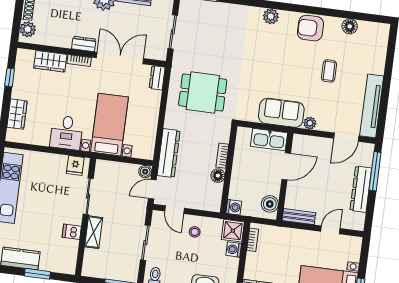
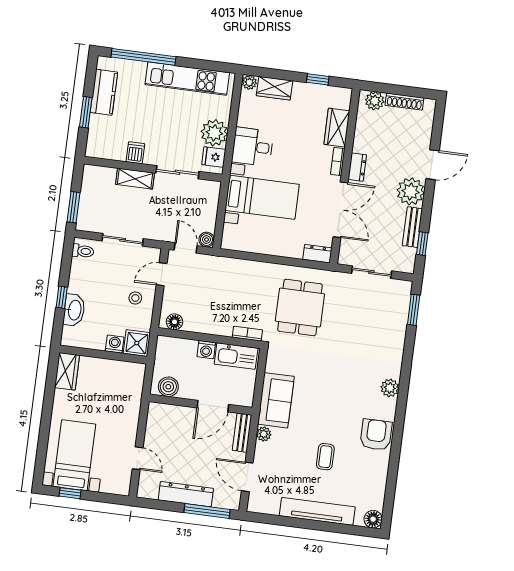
floor lamp: (350, 26) -> (373, 519), moved
coffee table: (329, 71) -> (325, 457), turned 90
tv unit: (372, 106) -> (317, 511), moved
plant: (12, 135) -> (249, 82), added
kitchen sink: (269, 139) -> (236, 356), moved, turned -90
dresser: (169, 153) -> (228, 267), removed
bookcase: (222, 156) -> (247, 334), moved
plant: (55, 165) -> (214, 133), added
door: (286, 166) -> (213, 406), hinge flipped
floor lamp: (218, 176) -> (174, 322), moved
washing machine: (234, 207) -> (206, 350), moved
bench: (299, 217) -> (242, 433), moved
bookcase: (253, 240) -> (126, 366), removed

